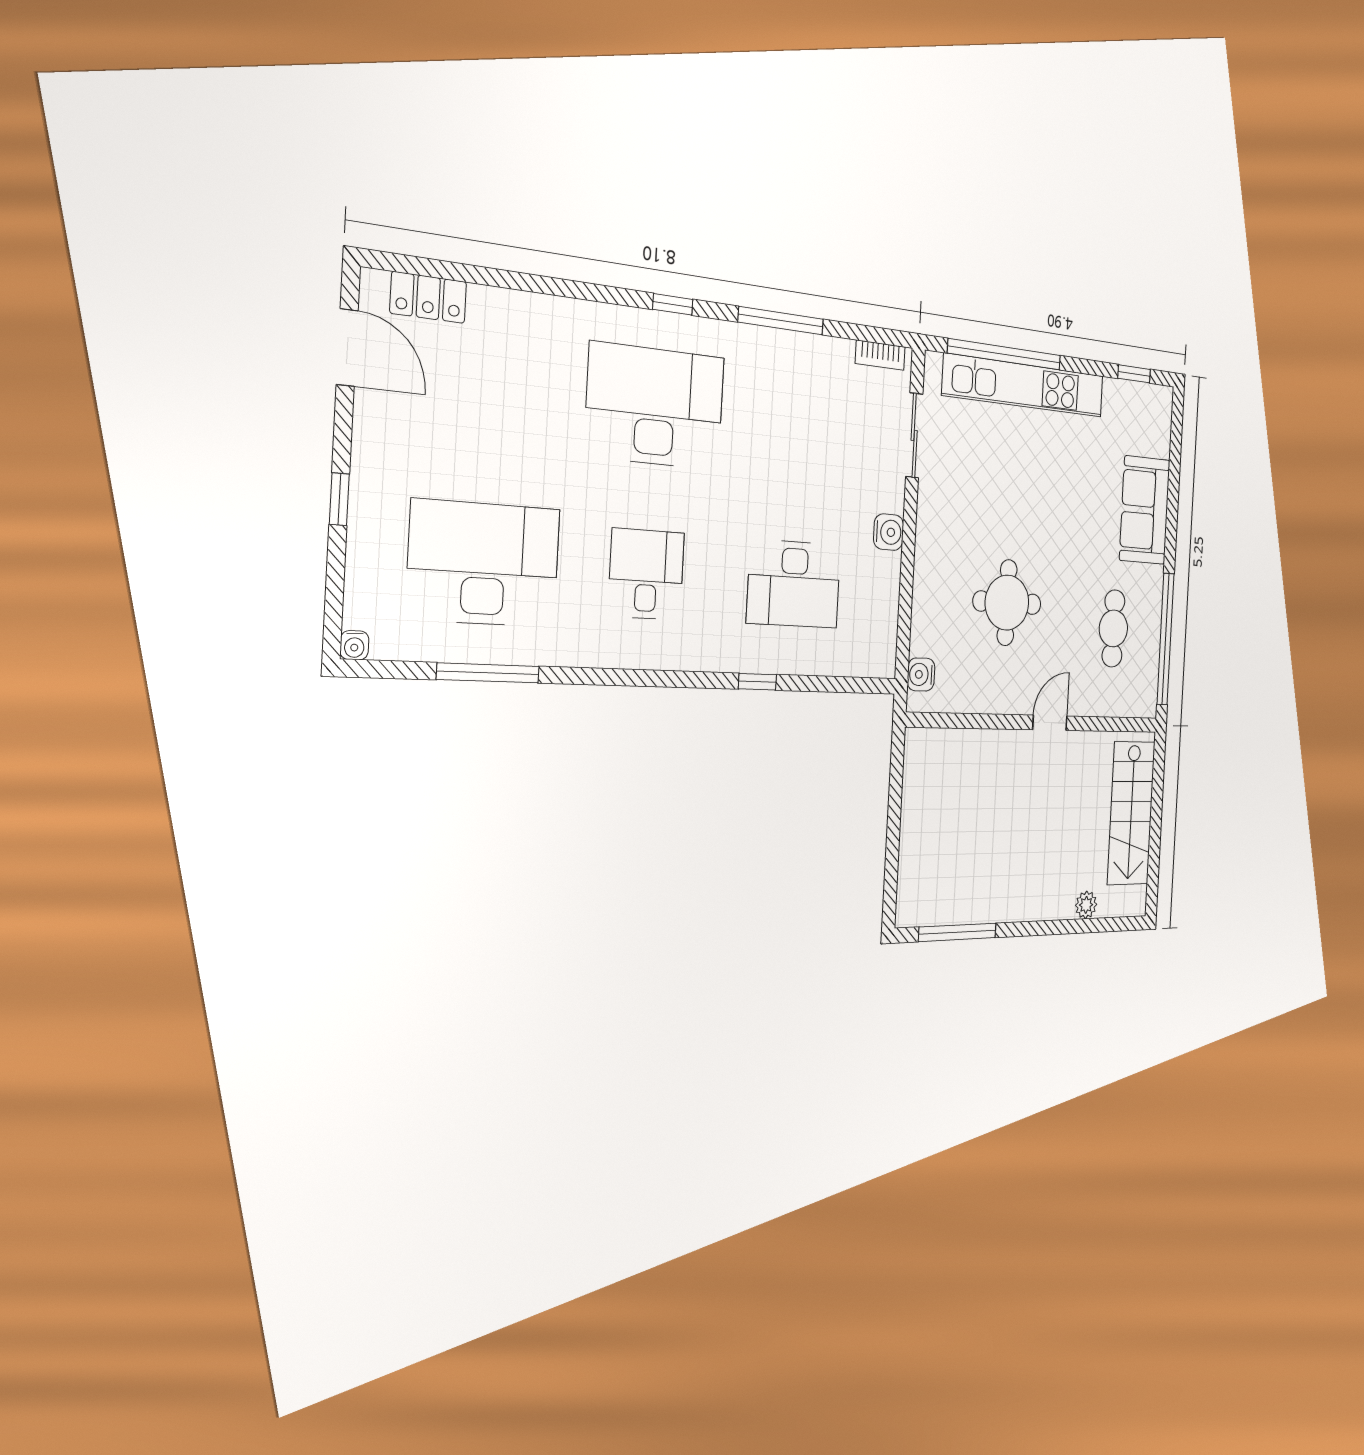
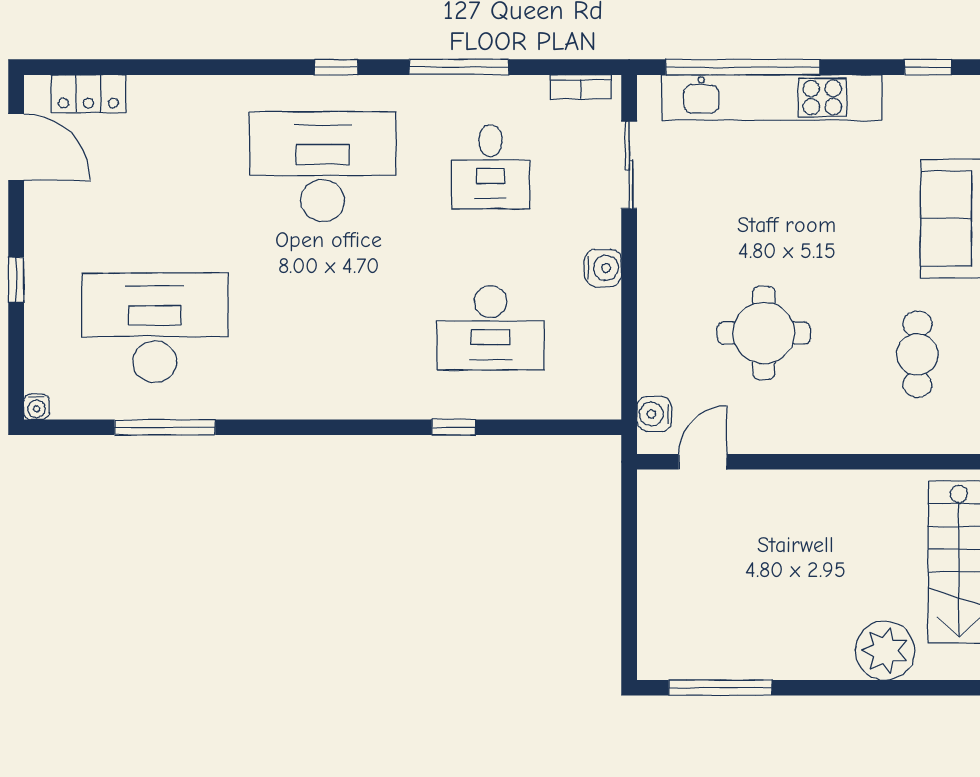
desk: (646, 574) -> (490, 167), moved, turned 180
door: (1050, 723) -> (703, 462), moved
plant: (1086, 905) -> (885, 651), width x1.88, depth x1.88

